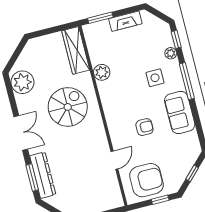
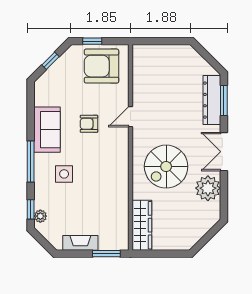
plant: (171, 53) -> (40, 216), moved
plant: (102, 72) -> (120, 194), removed
plant: (22, 82) -> (208, 188), moved
door: (114, 160) -> (130, 117), moved

